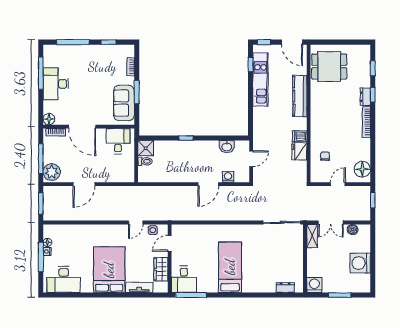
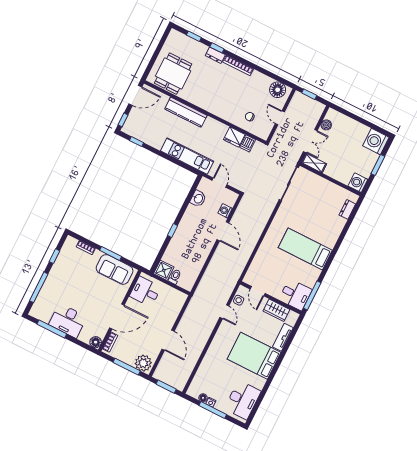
kitchen unit: (260, 80) -> (187, 156), moved
dishwasher: (300, 136) -> (248, 143), moved
washing machine: (360, 263) -> (376, 142), moved, turned 90

